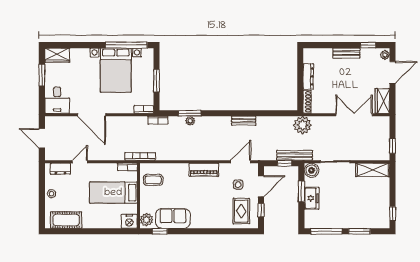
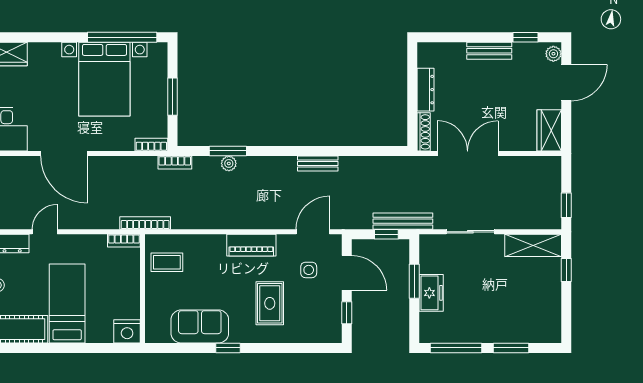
double door: (354, 115) -> (468, 153), moved
plant: (302, 125) -> (416, 171), removed
boiler: (312, 170) -> (431, 246), removed
door: (261, 186) -> (347, 273), hinge flipped
bed: (113, 193) -> (67, 303), moved, turned 90
rug: (241, 211) -> (270, 303), moved
window: (393, 214) -> (566, 270), moved
plant: (146, 220) -> (156, 328), removed
window: (160, 231) -> (228, 348), moved

